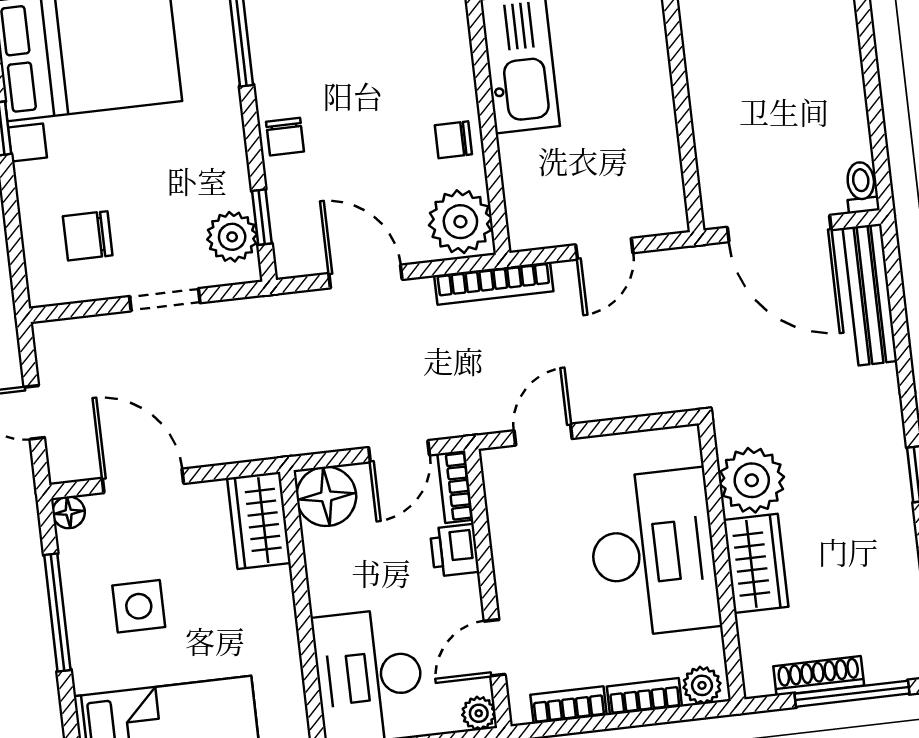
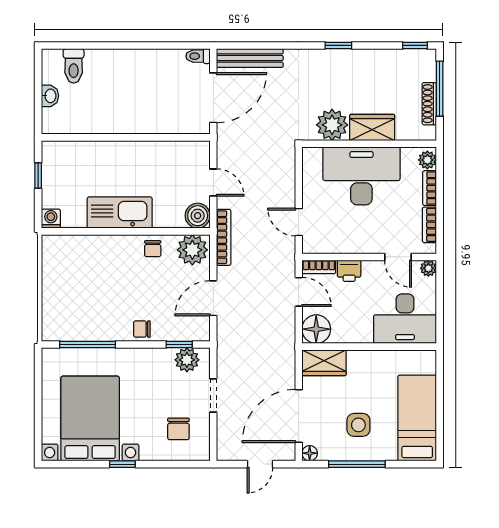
chair: (285, 137) -> (142, 329), turned 180
boiler: (532, 224) -> (198, 216), added
door: (143, 481) -> (299, 416), width x1.36

